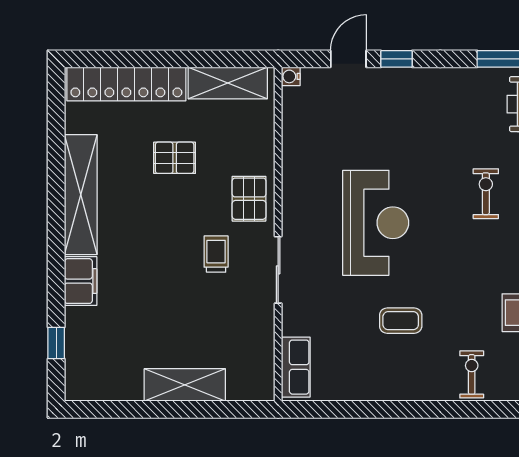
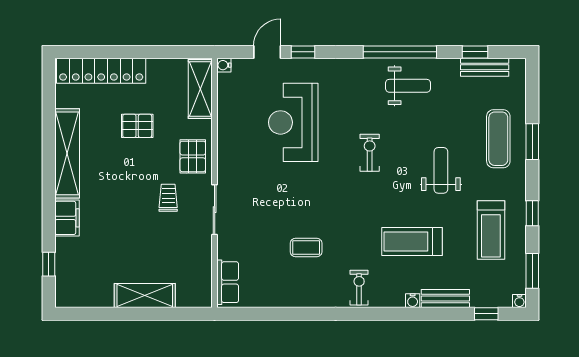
shelving: (228, 83) -> (200, 89), moved, turned 90
reception desk: (376, 223) -> (293, 122), moved, turned 180

